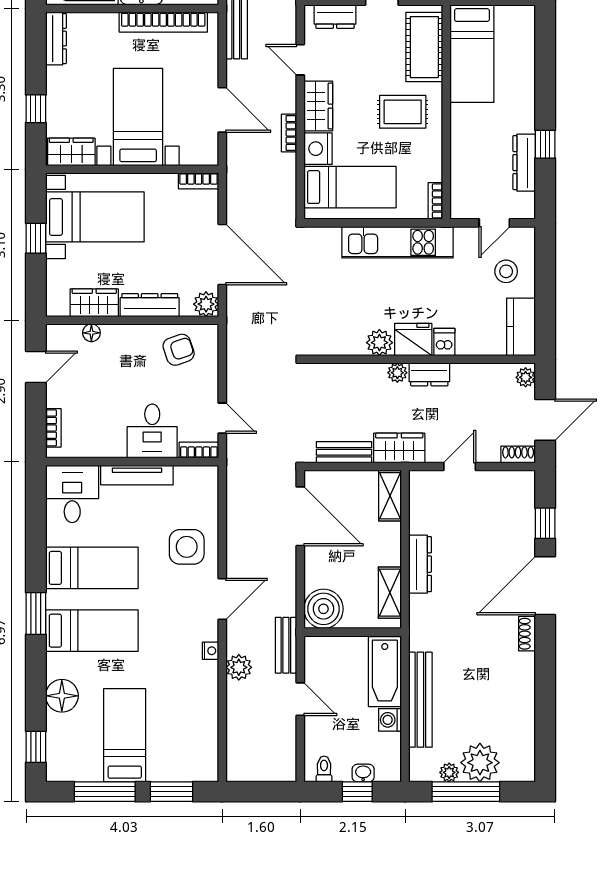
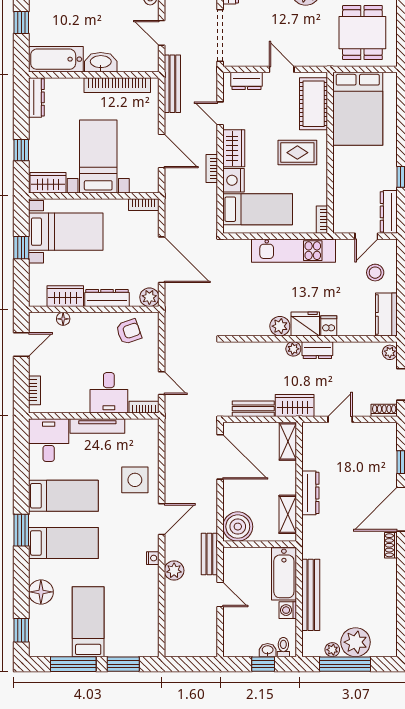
bed: (472, 54) -> (358, 109), width x1.50
dresser: (524, 163) -> (389, 212), moved
toilet: (324, 769) -> (283, 647), moved

